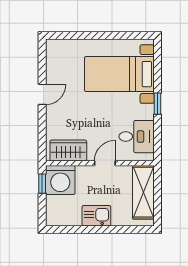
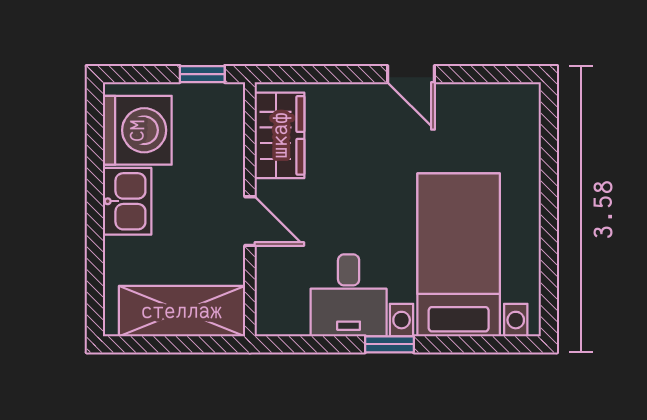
desk: (137, 137) -> (349, 295), moved
washing machine: (60, 180) -> (137, 130), moved, turned 180

